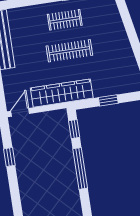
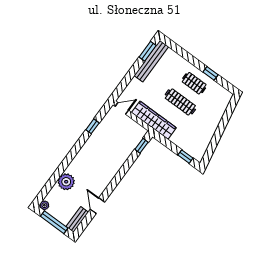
window: (108, 100) -> (185, 157), moved
window: (80, 168) -> (124, 170), removed

